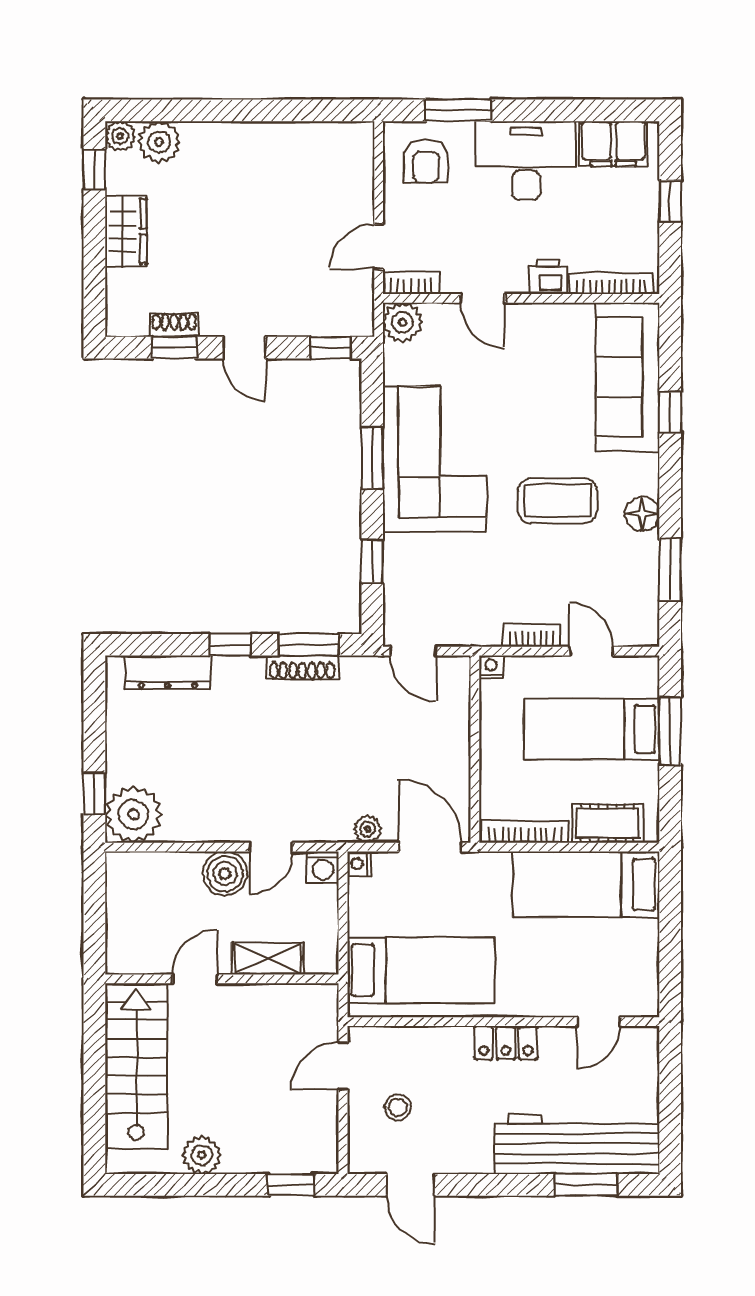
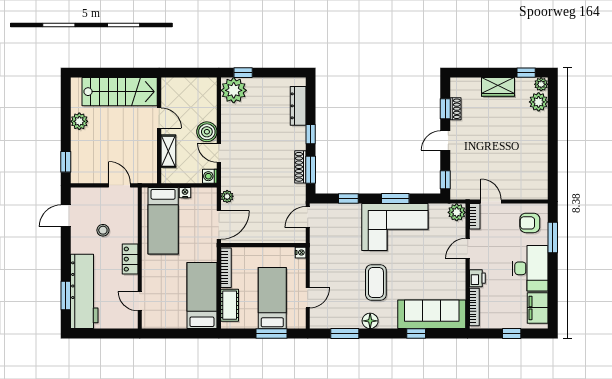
bookcase: (532, 635) -> (315, 271), removed
nightstand: (359, 864) -> (185, 193), moved
stool: (398, 1107) -> (103, 230), moved

